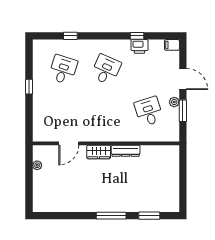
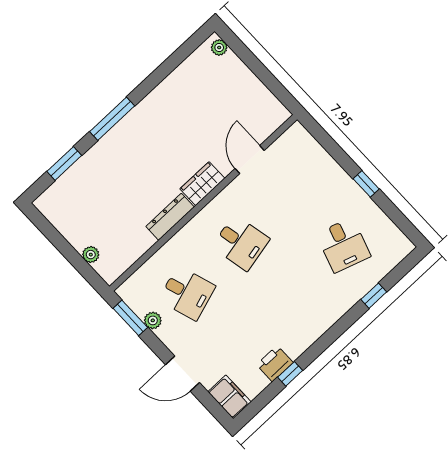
filing cabinet: (172, 45) -> (229, 397), width x2.00
desk: (106, 70) -> (241, 243), moved, turned -36
plant: (174, 102) -> (153, 320), moved
window: (183, 111) -> (130, 318), moved
plant: (37, 165) -> (219, 47), moved
plant: (174, 166) -> (91, 255), added

